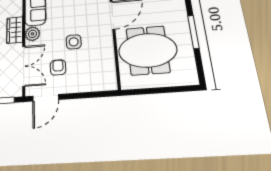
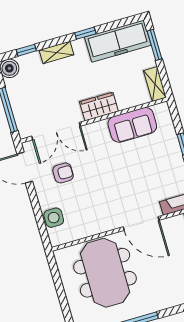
plant: (32, 34) -> (98, 131), removed
side table: (74, 42) -> (54, 218), moved

